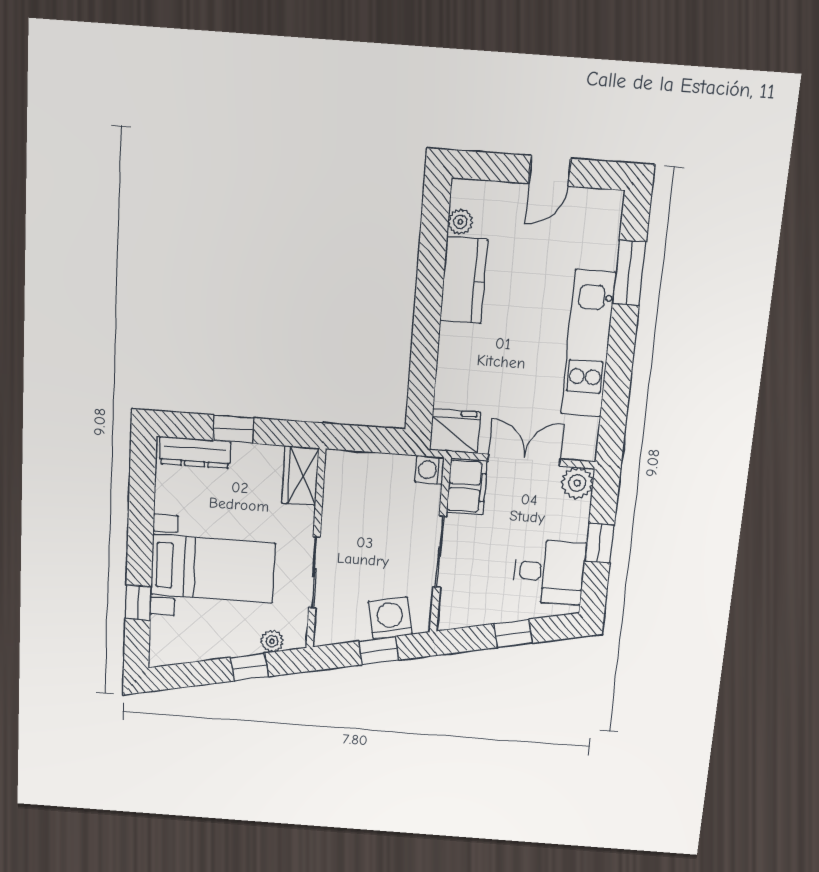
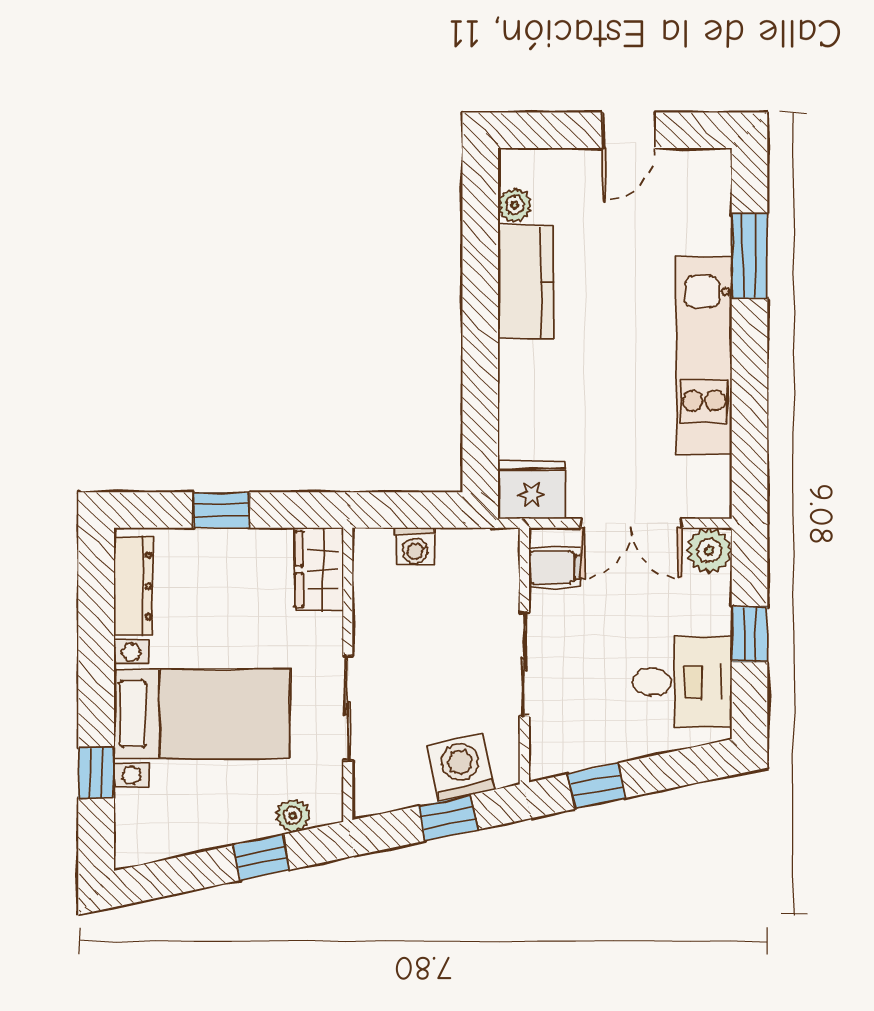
dresser: (195, 453) -> (133, 586), moved, turned -90
double door: (524, 460) -> (632, 523), swing flipped
washing machine: (430, 470) -> (415, 547), moved, turned -90
filing cabinet: (467, 487) -> (555, 567), width x0.50
window: (513, 633) -> (597, 786), moved

